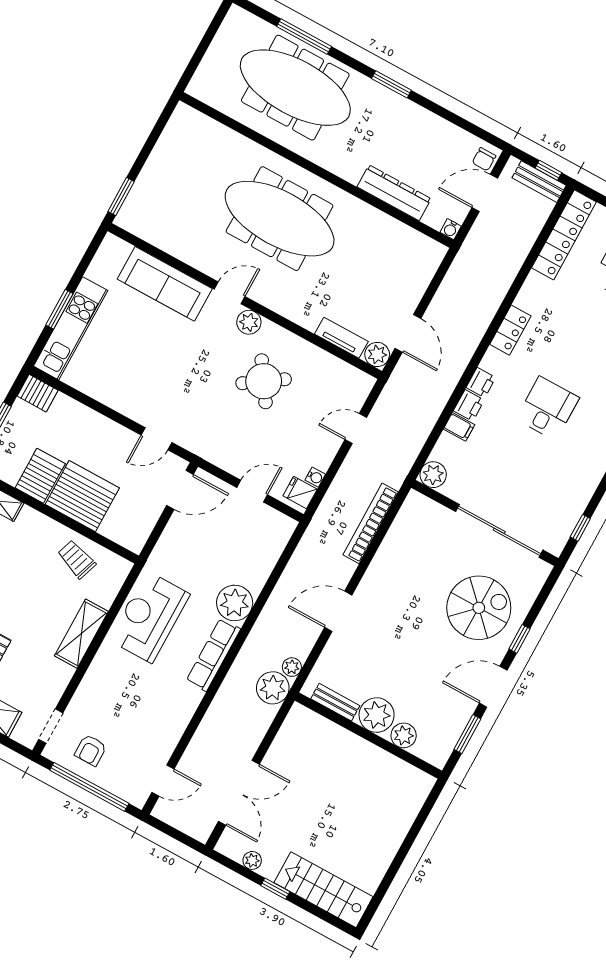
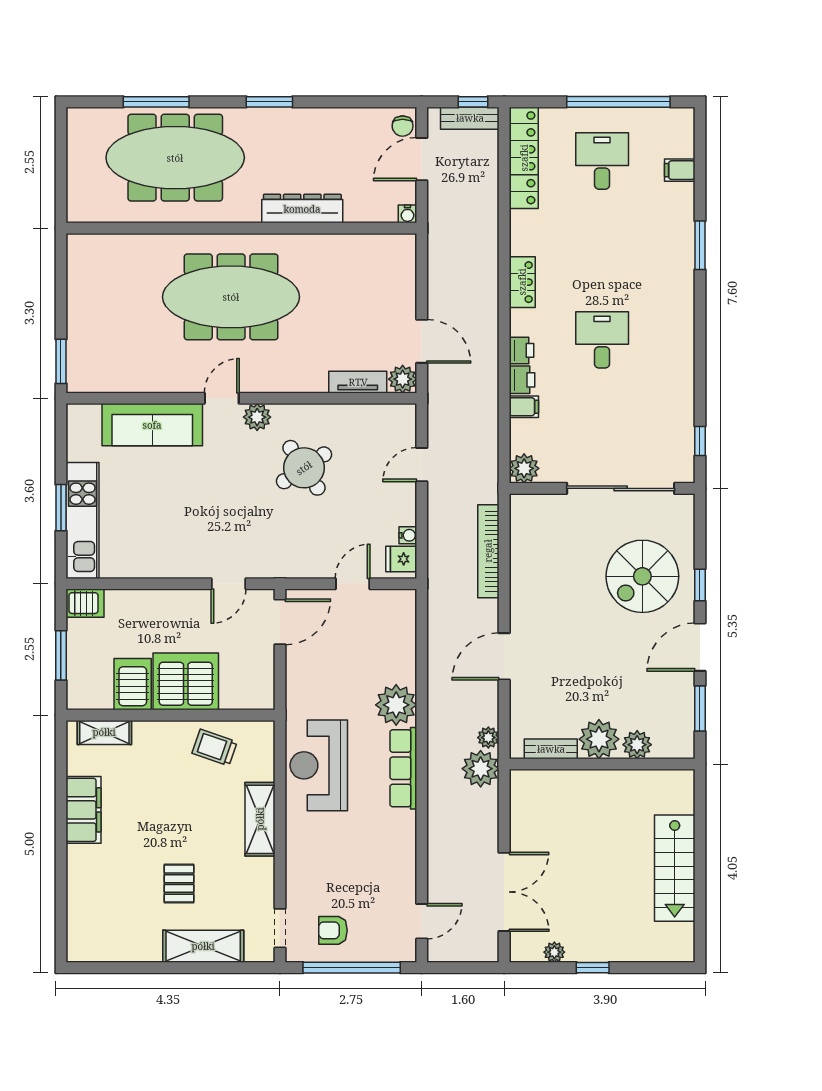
dresser: (394, 193) -> (302, 209), moved
spiral stairs: (479, 608) -> (642, 576), turned 180
armchair: (91, 750) -> (333, 930), turned 90
stairs: (324, 890) -> (675, 868), moved, turned -90

